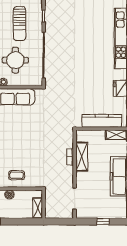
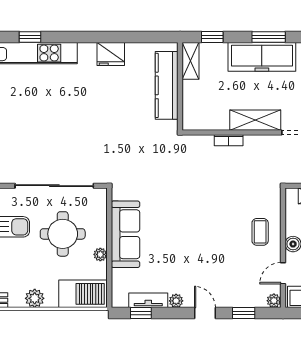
shelving: (82, 157) -> (255, 120), moved

